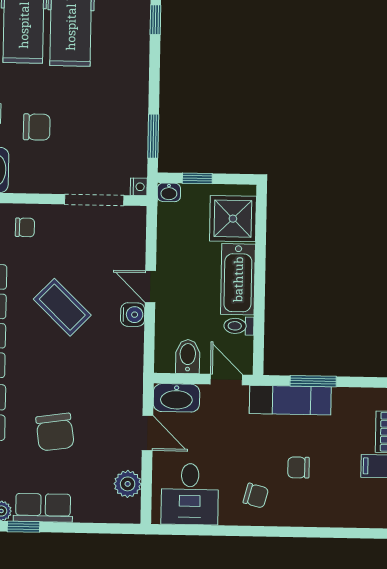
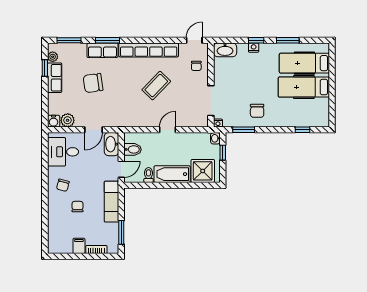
chair: (37, 127) -> (257, 111), moved
water cooler: (133, 315) -> (54, 121), moved
window: (313, 381) -> (121, 232), moved

